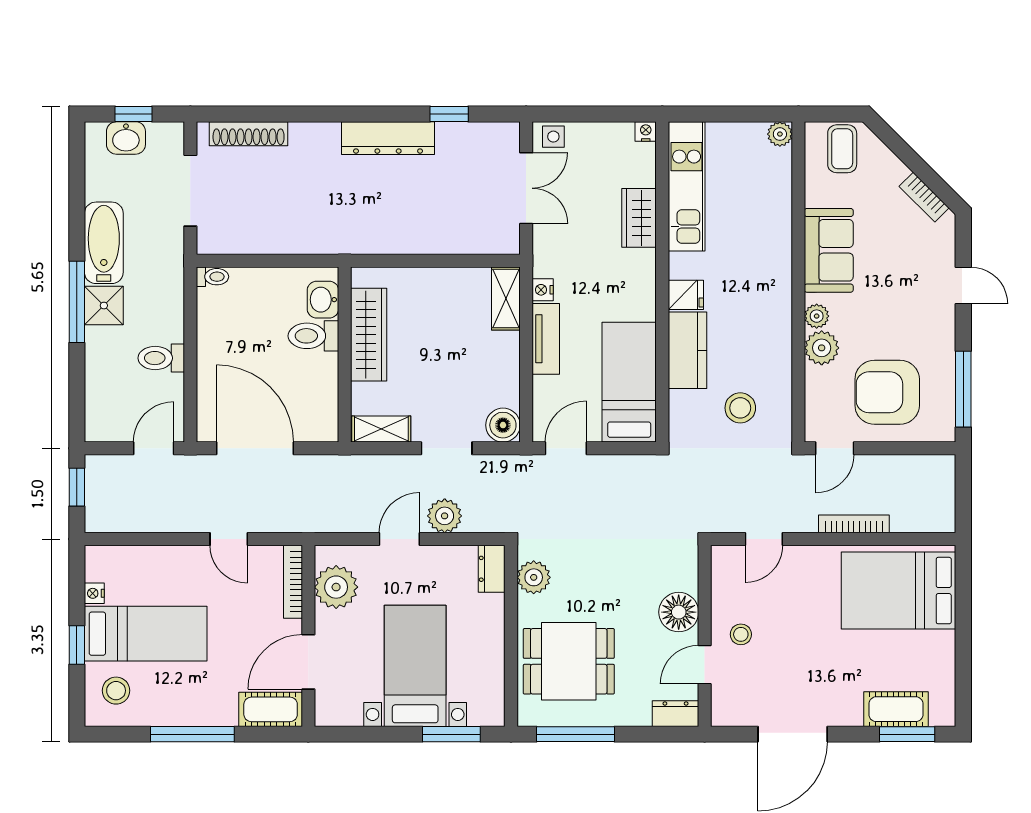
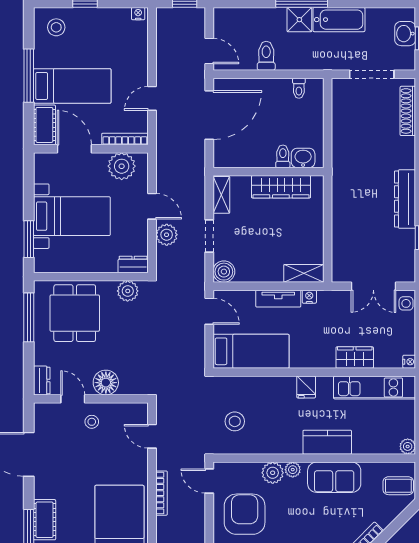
toilet: (212, 277) -> (299, 88), moved
toilet: (313, 336) -> (283, 156), width x0.73, depth x0.72
kitchen counter: (687, 350) -> (327, 442), moved, turned 180
nightstand: (94, 593) -> (138, 14), moved
bed: (146, 634) -> (72, 86), moved, turned -90

